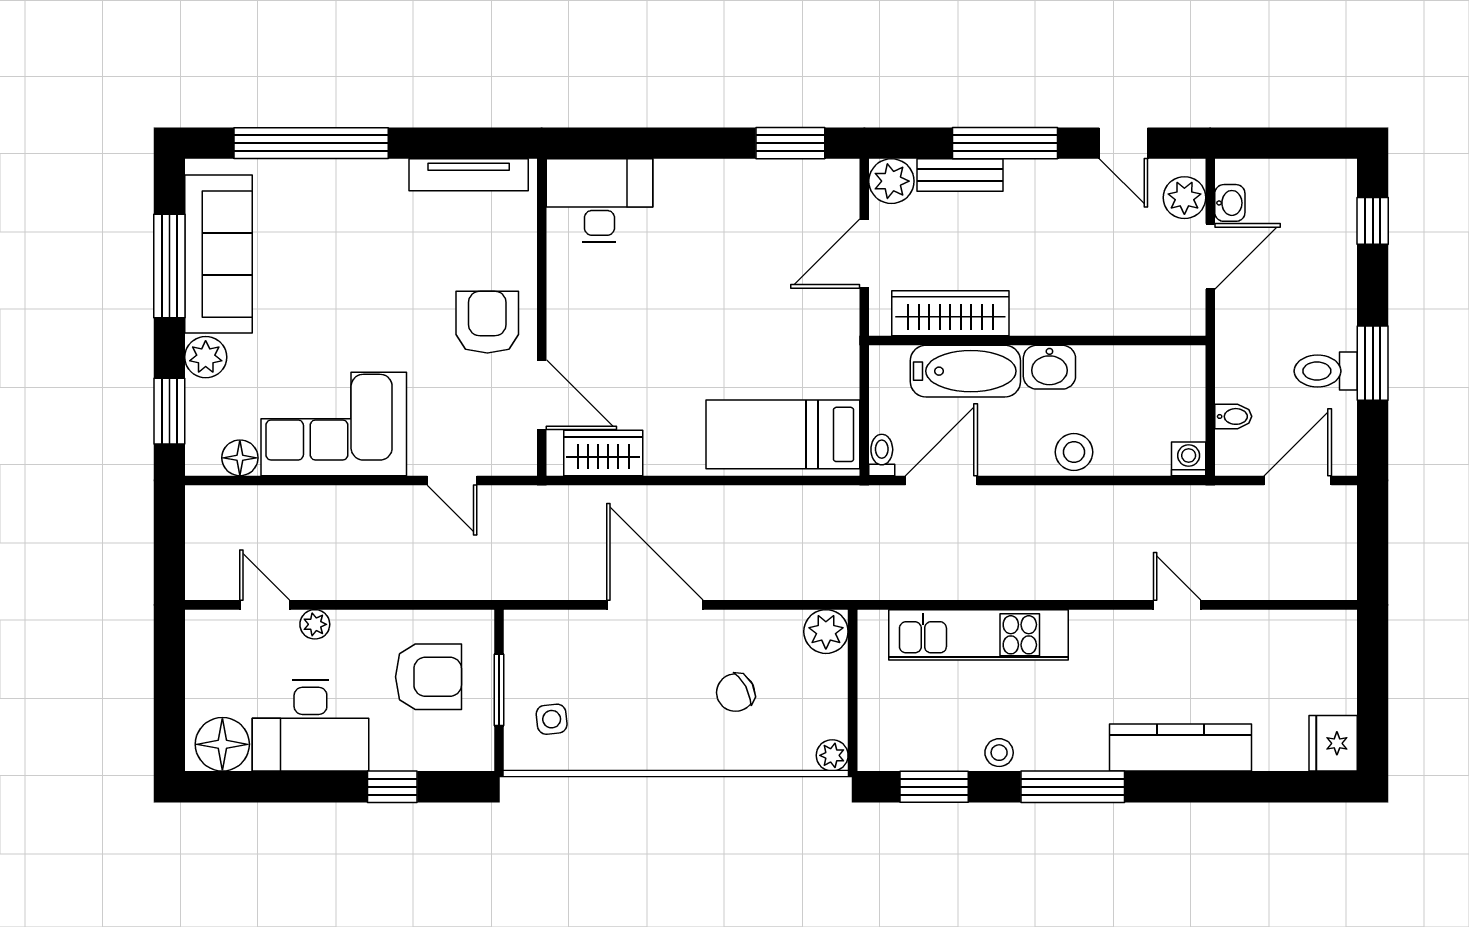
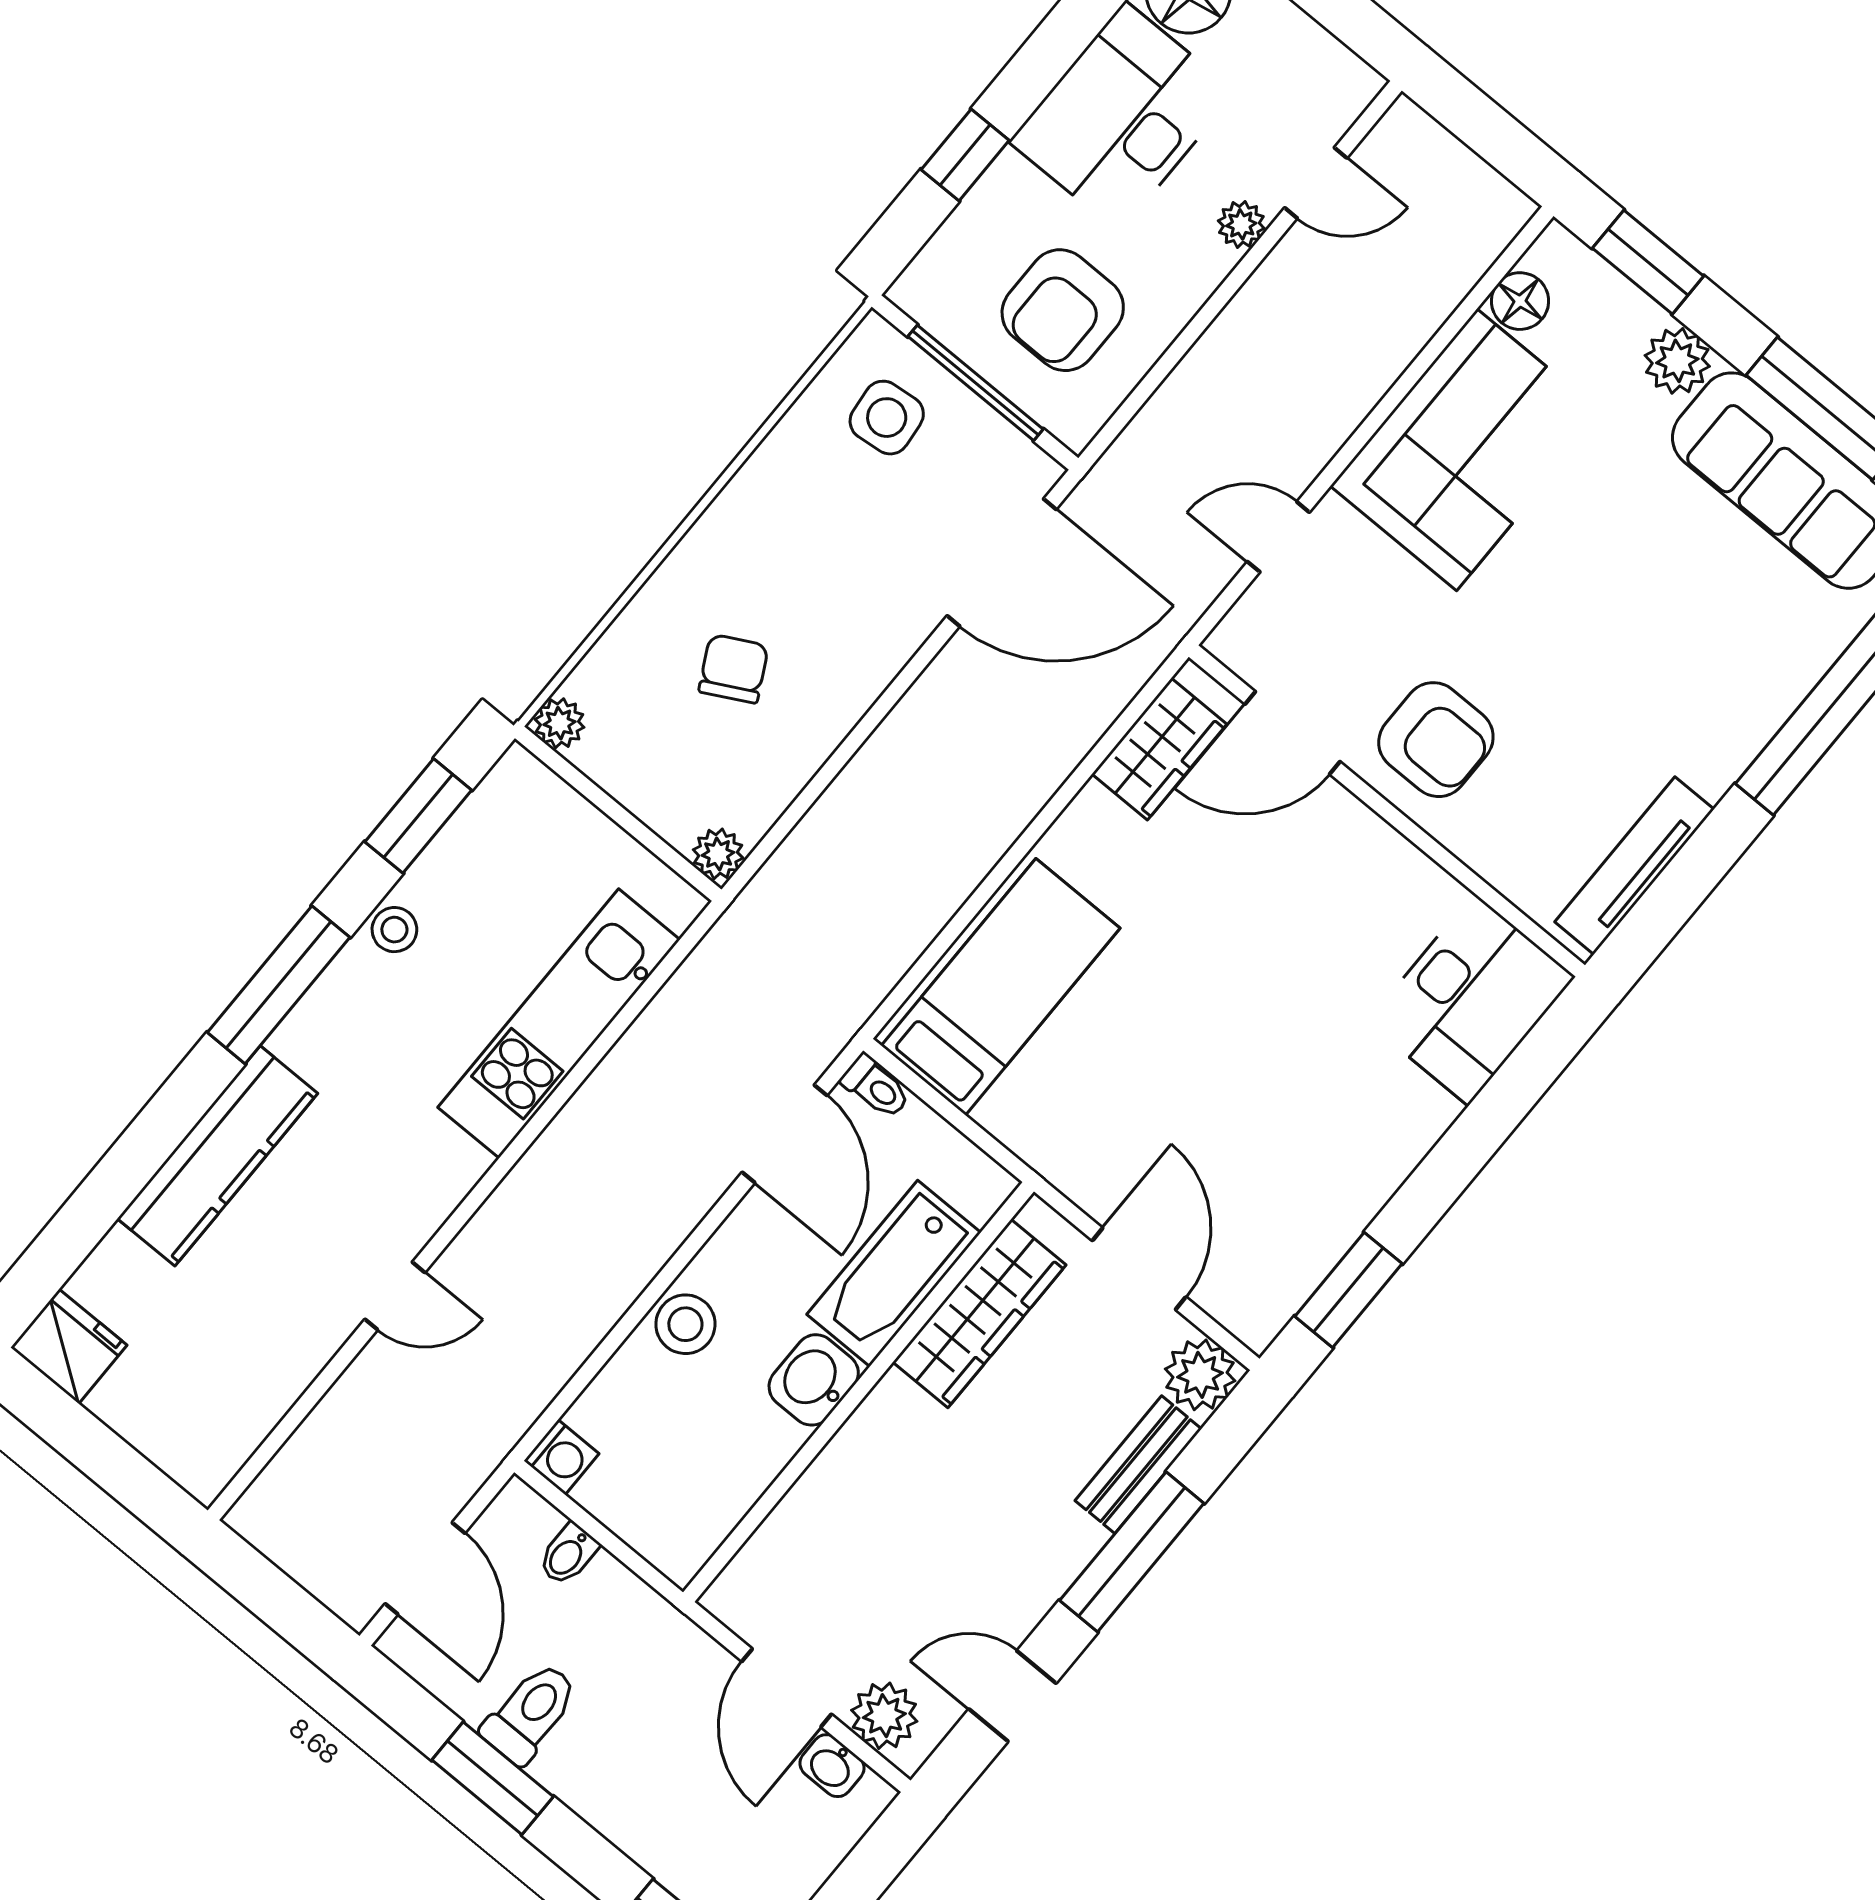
door: (655, 605) -> (1002, 563), moved
plant: (826, 632) -> (718, 854), width x0.73, depth x0.73
window: (499, 690) -> (976, 383), width x1.44
side table: (552, 719) -> (887, 418), width x1.37, depth x1.37

